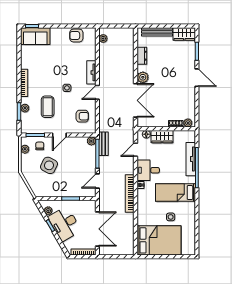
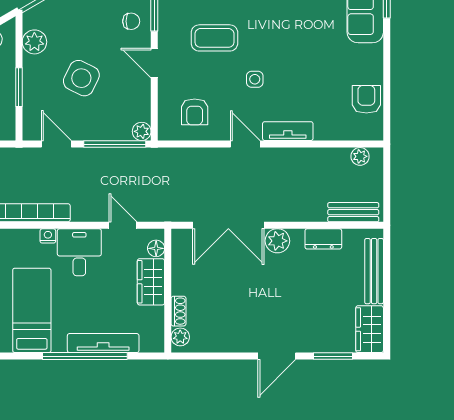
bench: (104, 144) -> (353, 212), moved
side table: (49, 165) -> (81, 78), moved
plant: (49, 191) -> (34, 42), added

